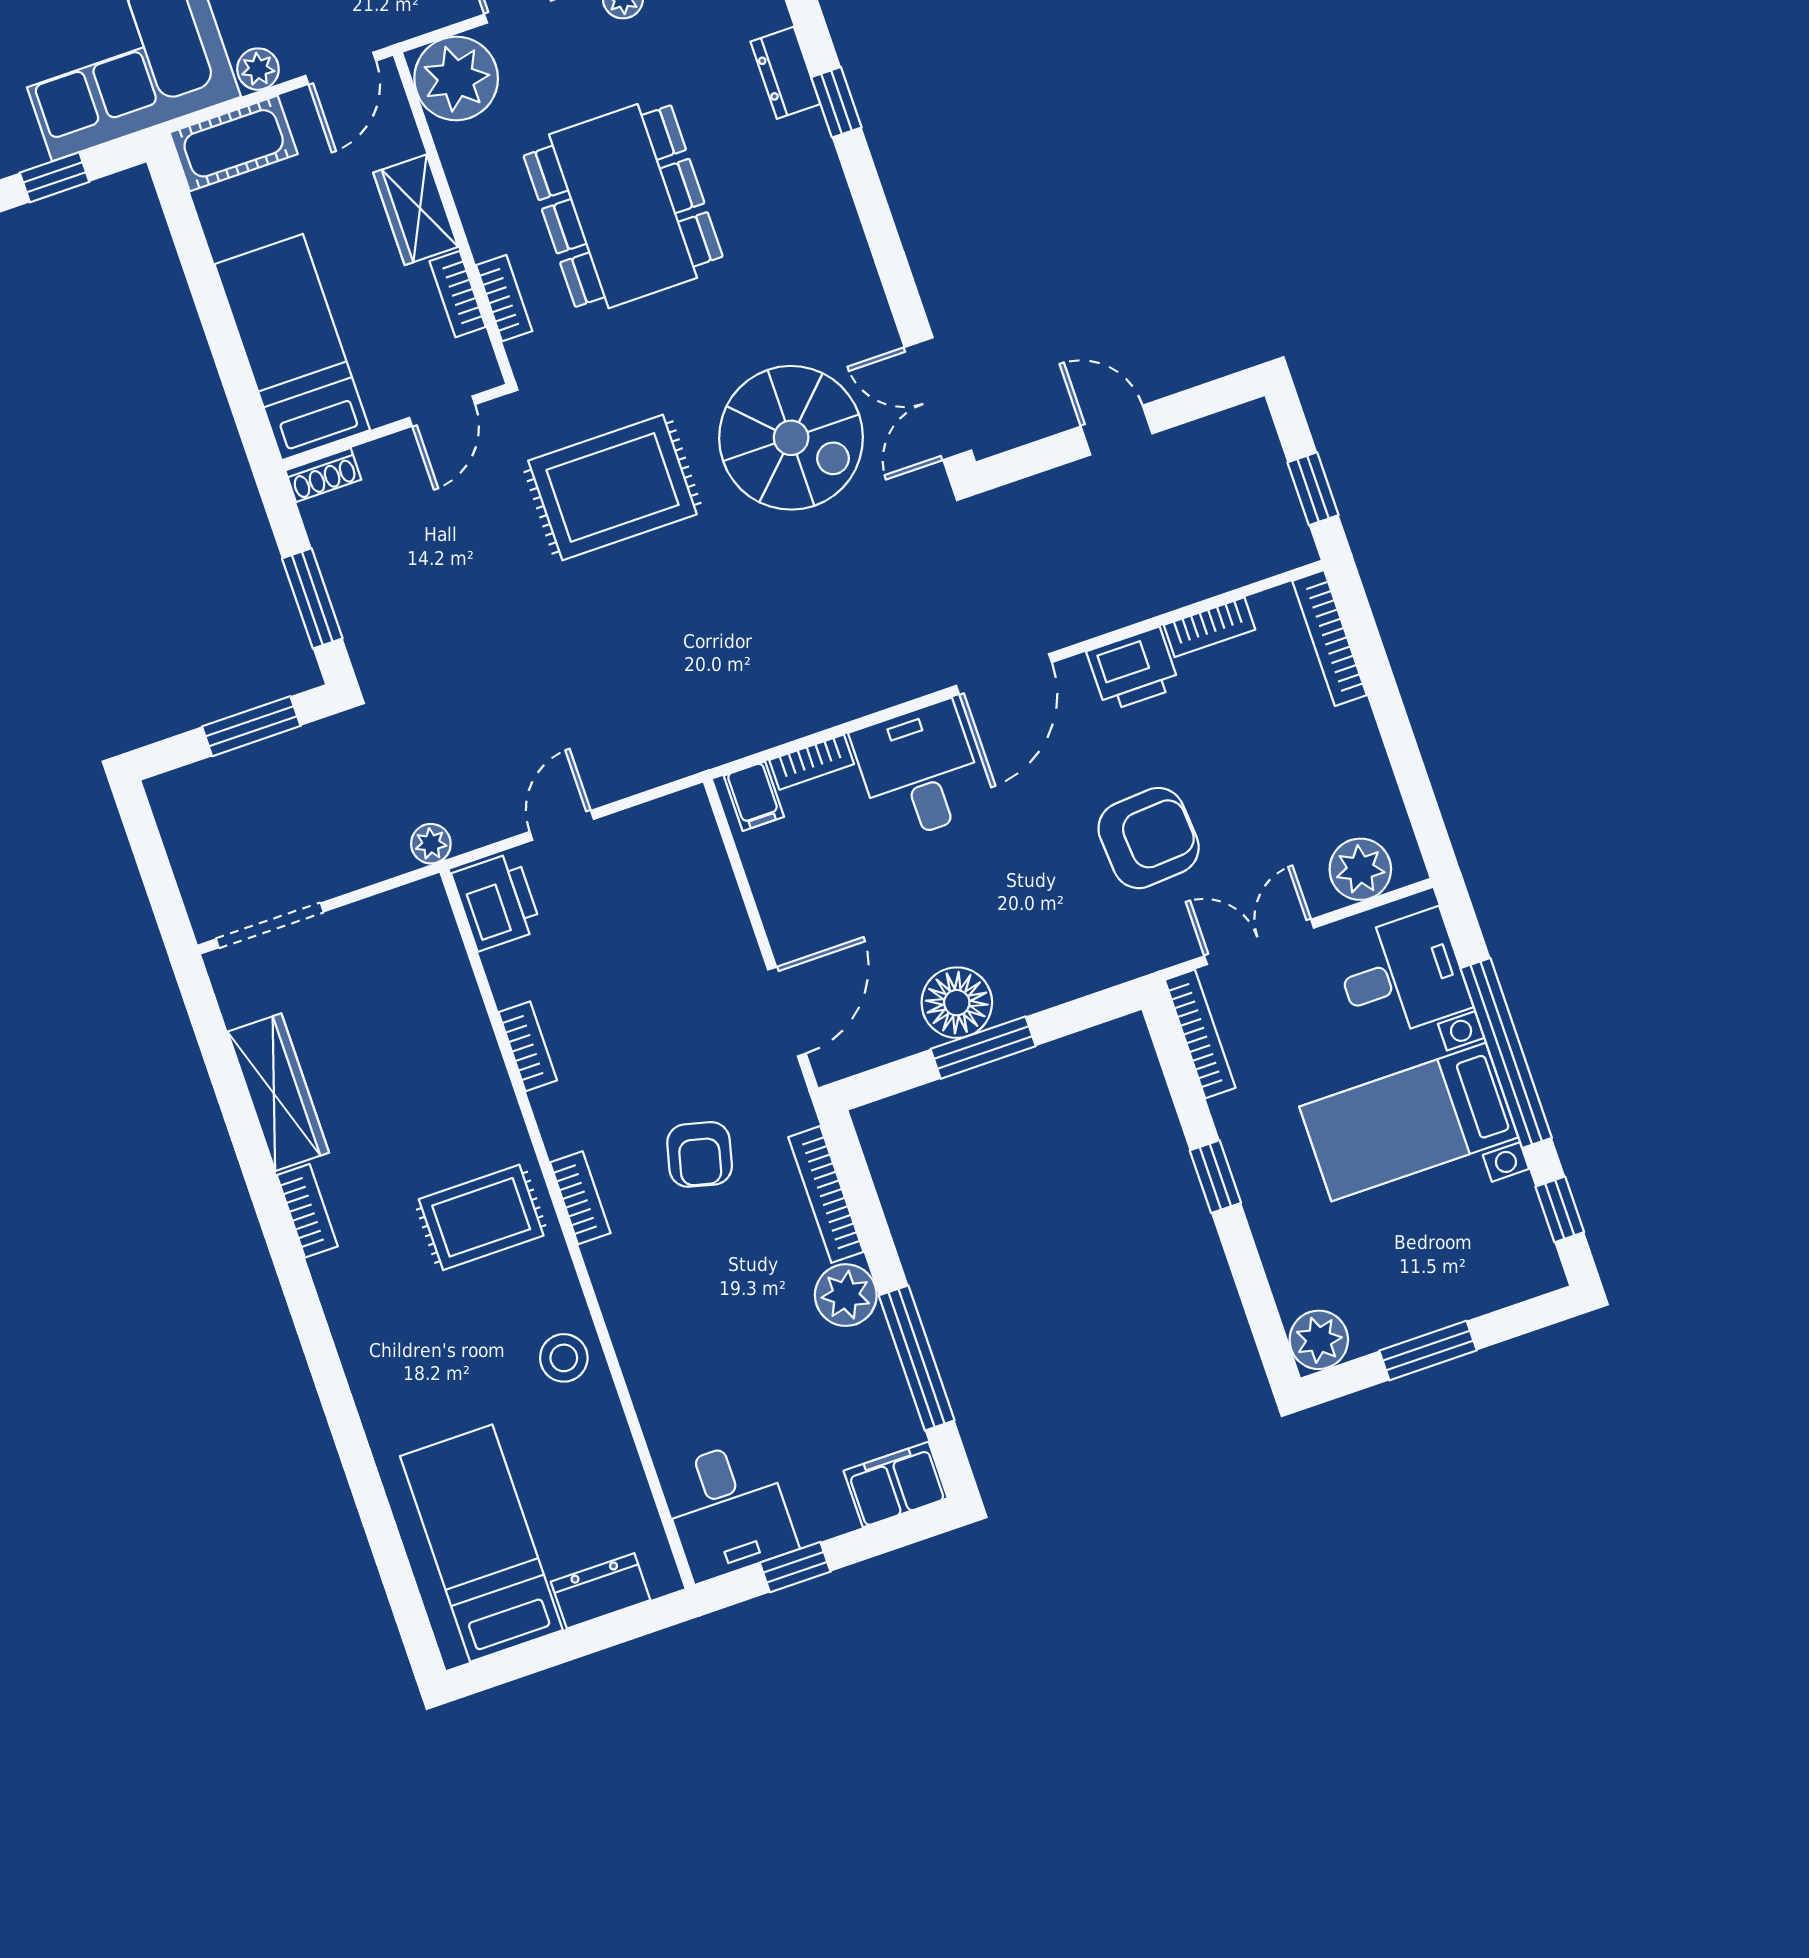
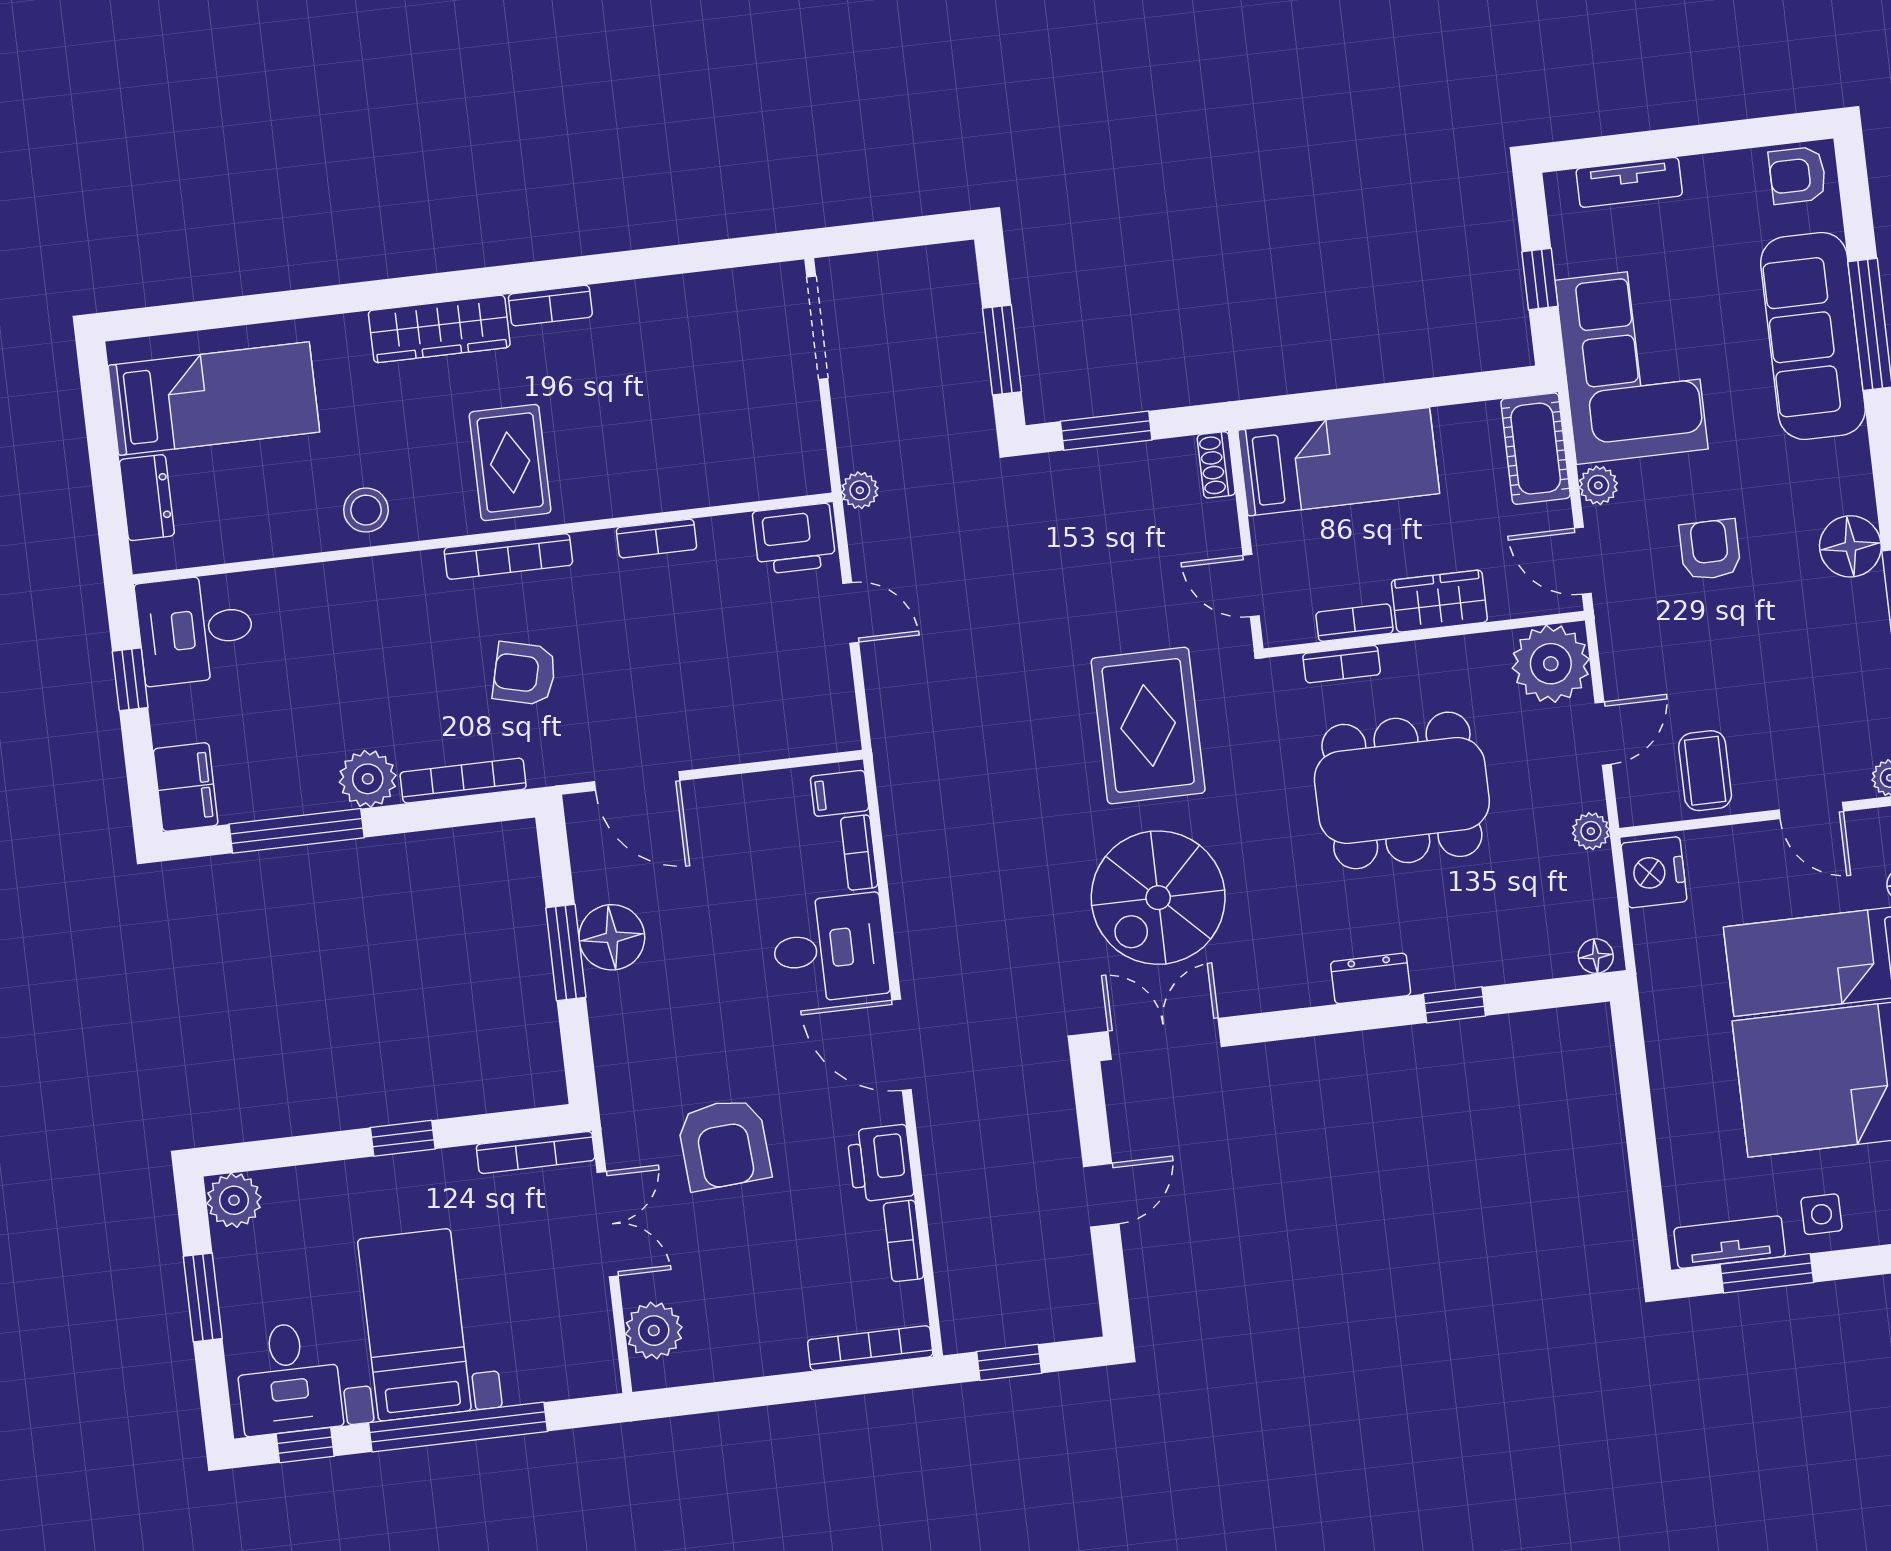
dresser: (785, 73) -> (1371, 978), moved
desk: (1402, 975) -> (288, 1378), moved
wardrobe: (278, 1092) -> (439, 329), moved
bookcase: (580, 1198) -> (508, 556), width x1.56

